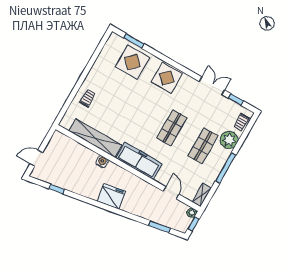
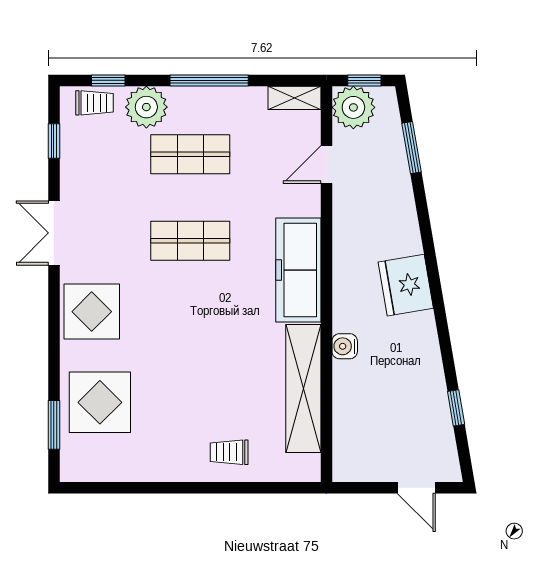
double door: (212, 86) -> (54, 233), moved
window: (246, 132) -> (108, 80), added
plant: (192, 213) -> (353, 107), width x1.88, depth x1.88

